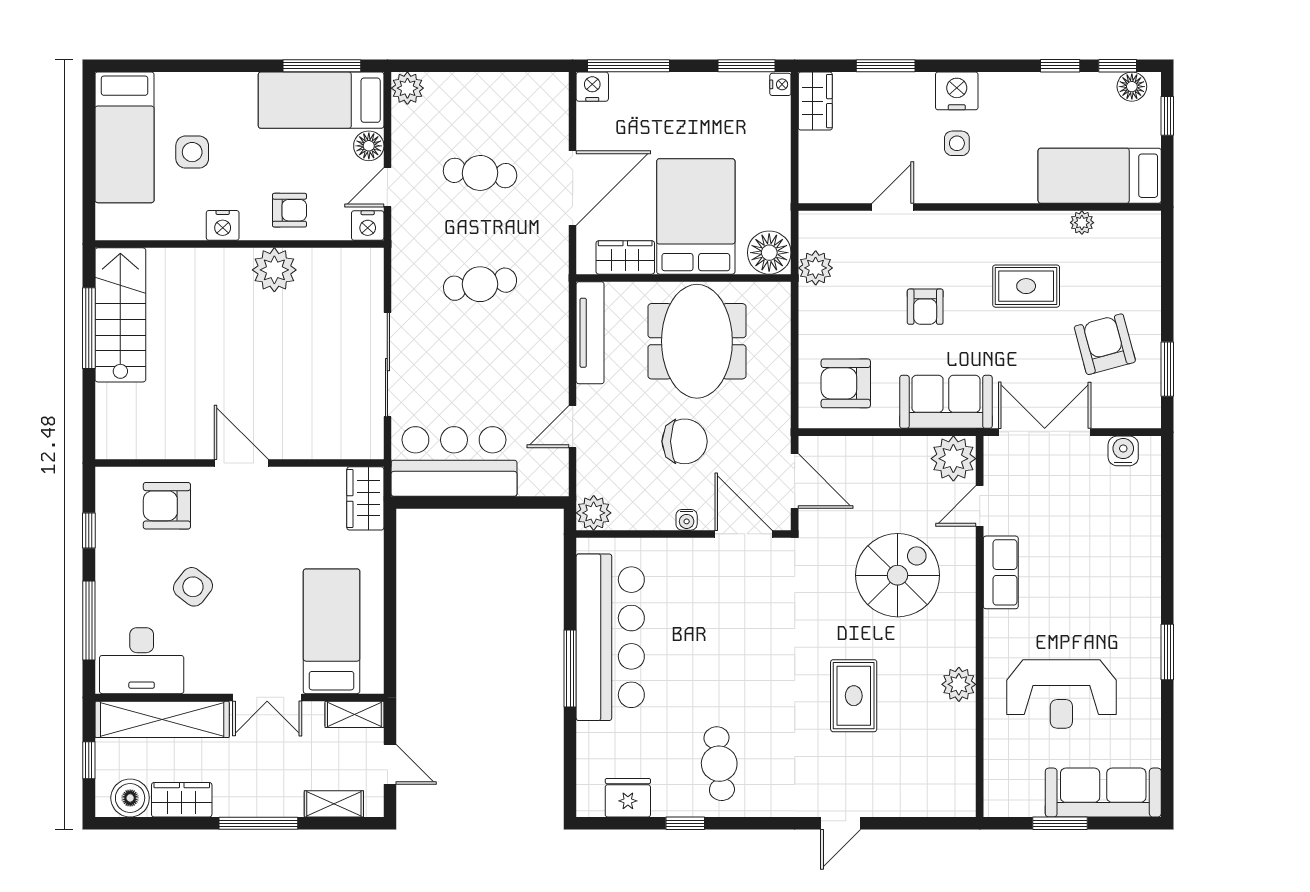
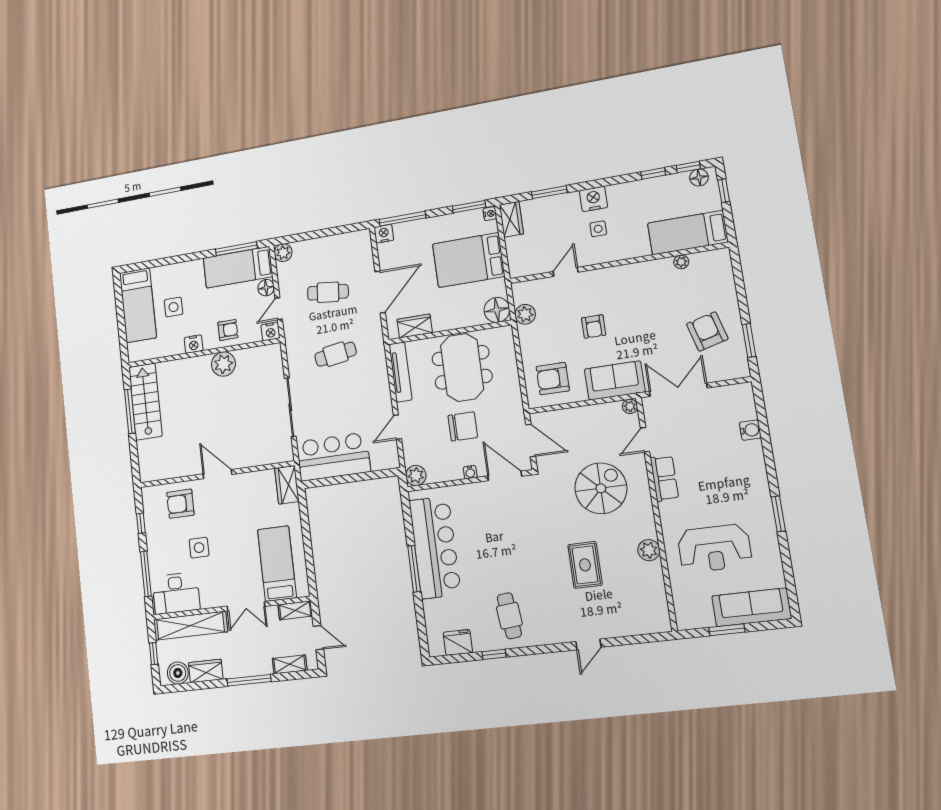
bed: (696, 216) -> (469, 260), moved, turned -90
rug: (1026, 286) -> (653, 305), removed
water cooler: (1123, 451) -> (750, 430), moved, turned 90
plant: (953, 459) -> (630, 406), width x0.53, depth x0.53
side table: (193, 587) -> (199, 548), turned -38

